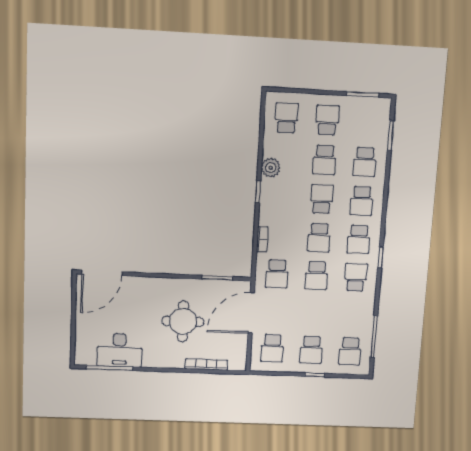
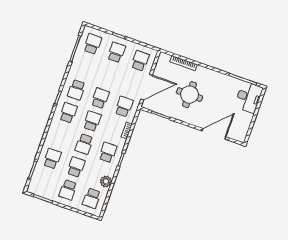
plant: (271, 168) -> (106, 182), moved
school desk: (362, 201) -> (108, 152), moved
door: (102, 273) -> (214, 134), moved
desk: (119, 350) -> (249, 97), moved, turned 90

